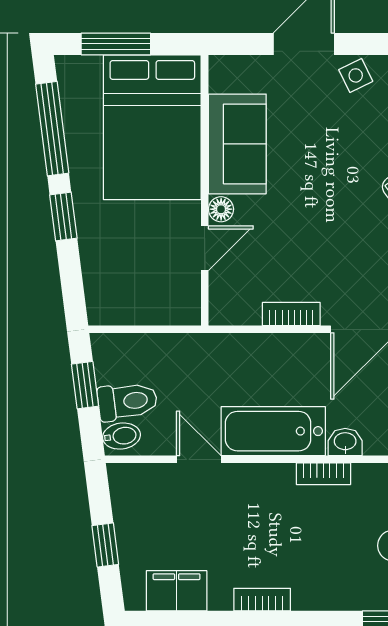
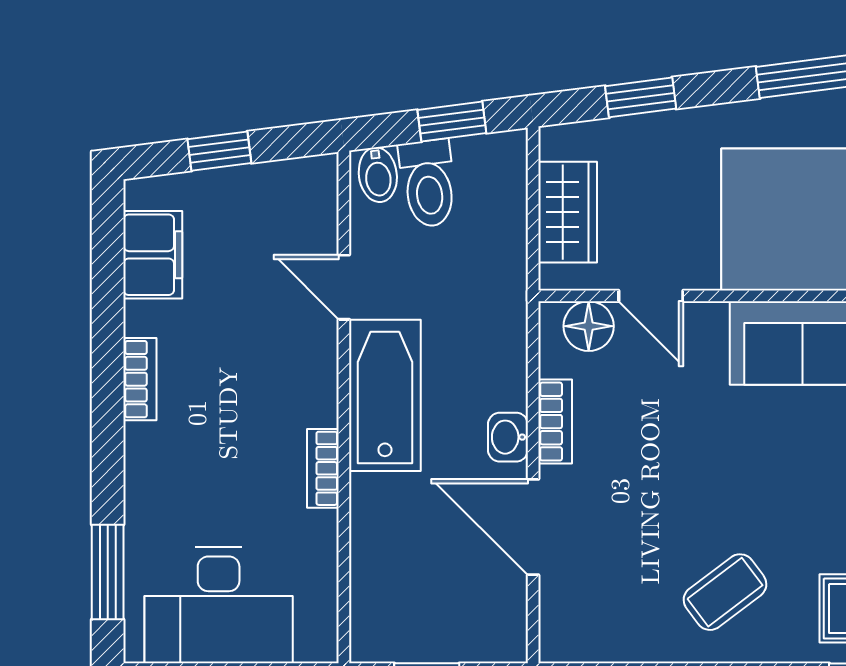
floor lamp: (221, 209) -> (589, 326), moved, width x1.37, depth x1.37
window: (63, 217) -> (641, 97), moved
wardrobe: (147, 306) -> (568, 212), added
washbasin: (345, 442) -> (508, 437), moved, turned 180
door: (199, 459) -> (344, 287), swing flipped

